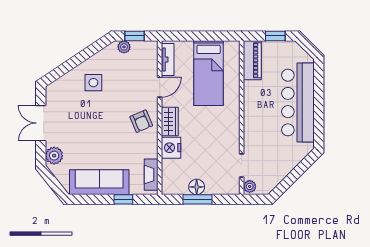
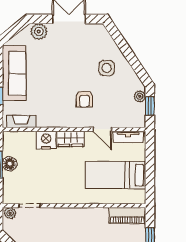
armchair: (141, 121) -> (84, 99), moved, turned -67

